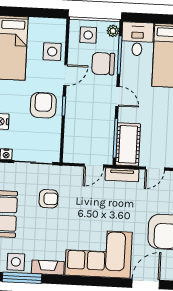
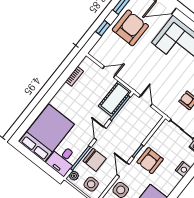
door: (65, 75) -> (123, 169), hinge flipped
door: (94, 166) -> (146, 101), hinge flipped
tv unit: (122, 175) -> (132, 83), removed

